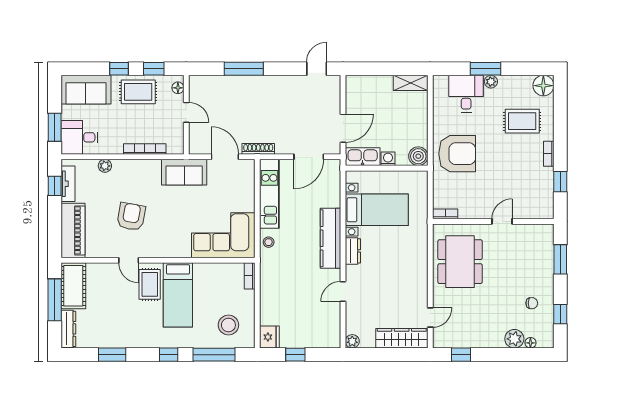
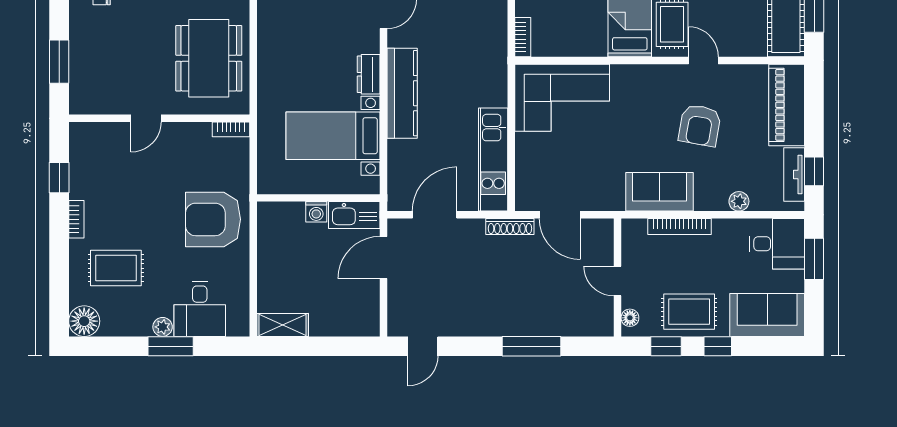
boiler: (418, 156) -> (271, 216), removed
sofa: (184, 172) -> (660, 192), moved
stool: (269, 242) -> (495, 87), removed

